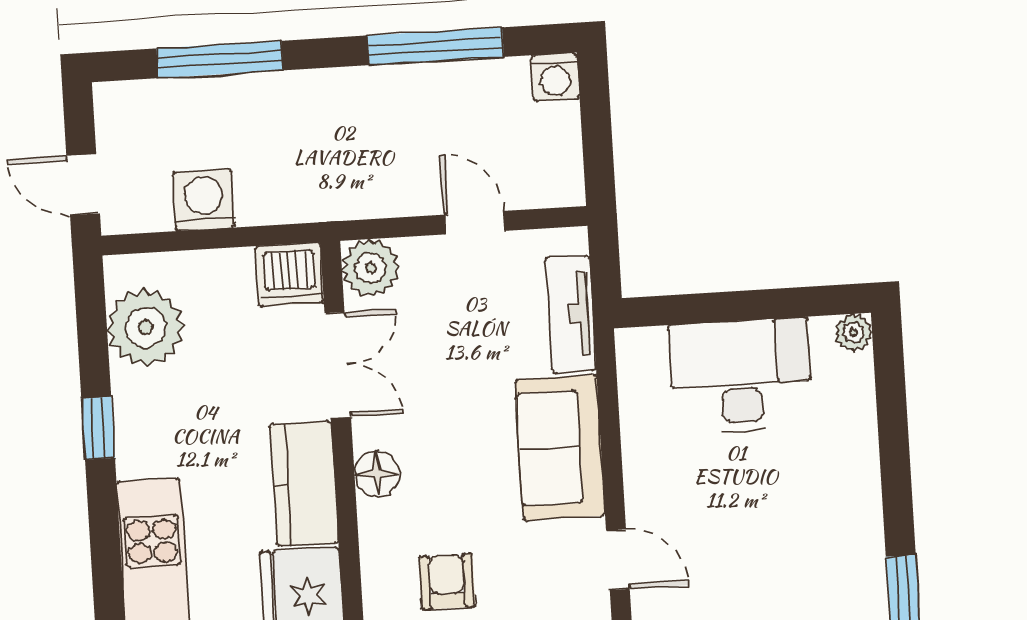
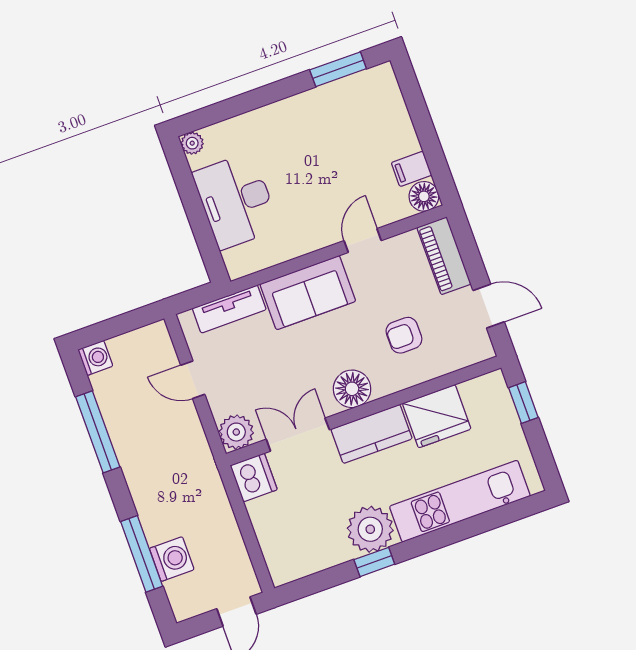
washing machine: (204, 200) -> (172, 559), moved, turned 180
door: (475, 223) -> (193, 380), hinge flipped
plant: (146, 328) -> (370, 529), moved
floor lamp: (377, 474) -> (352, 389), width x1.38, depth x1.38

